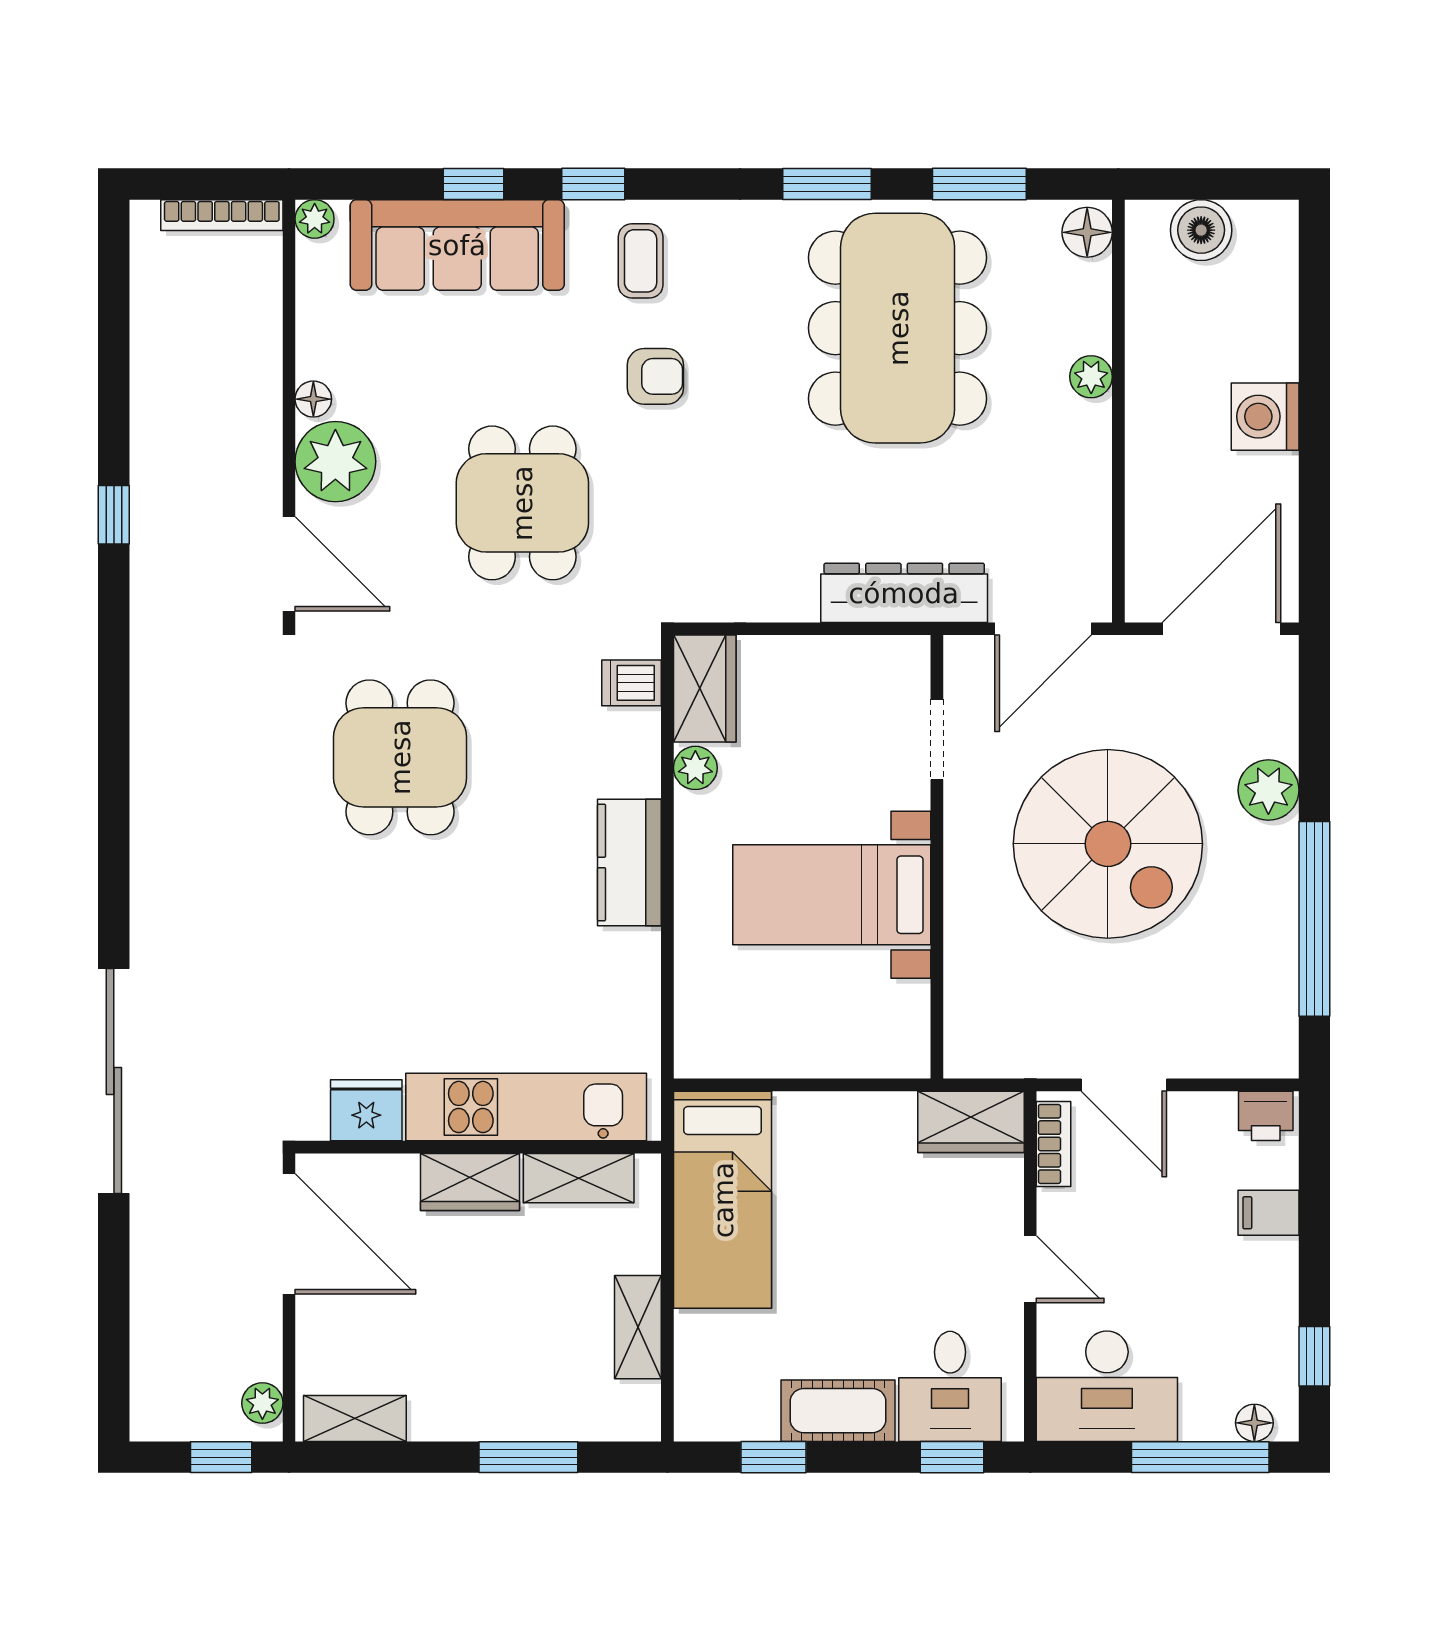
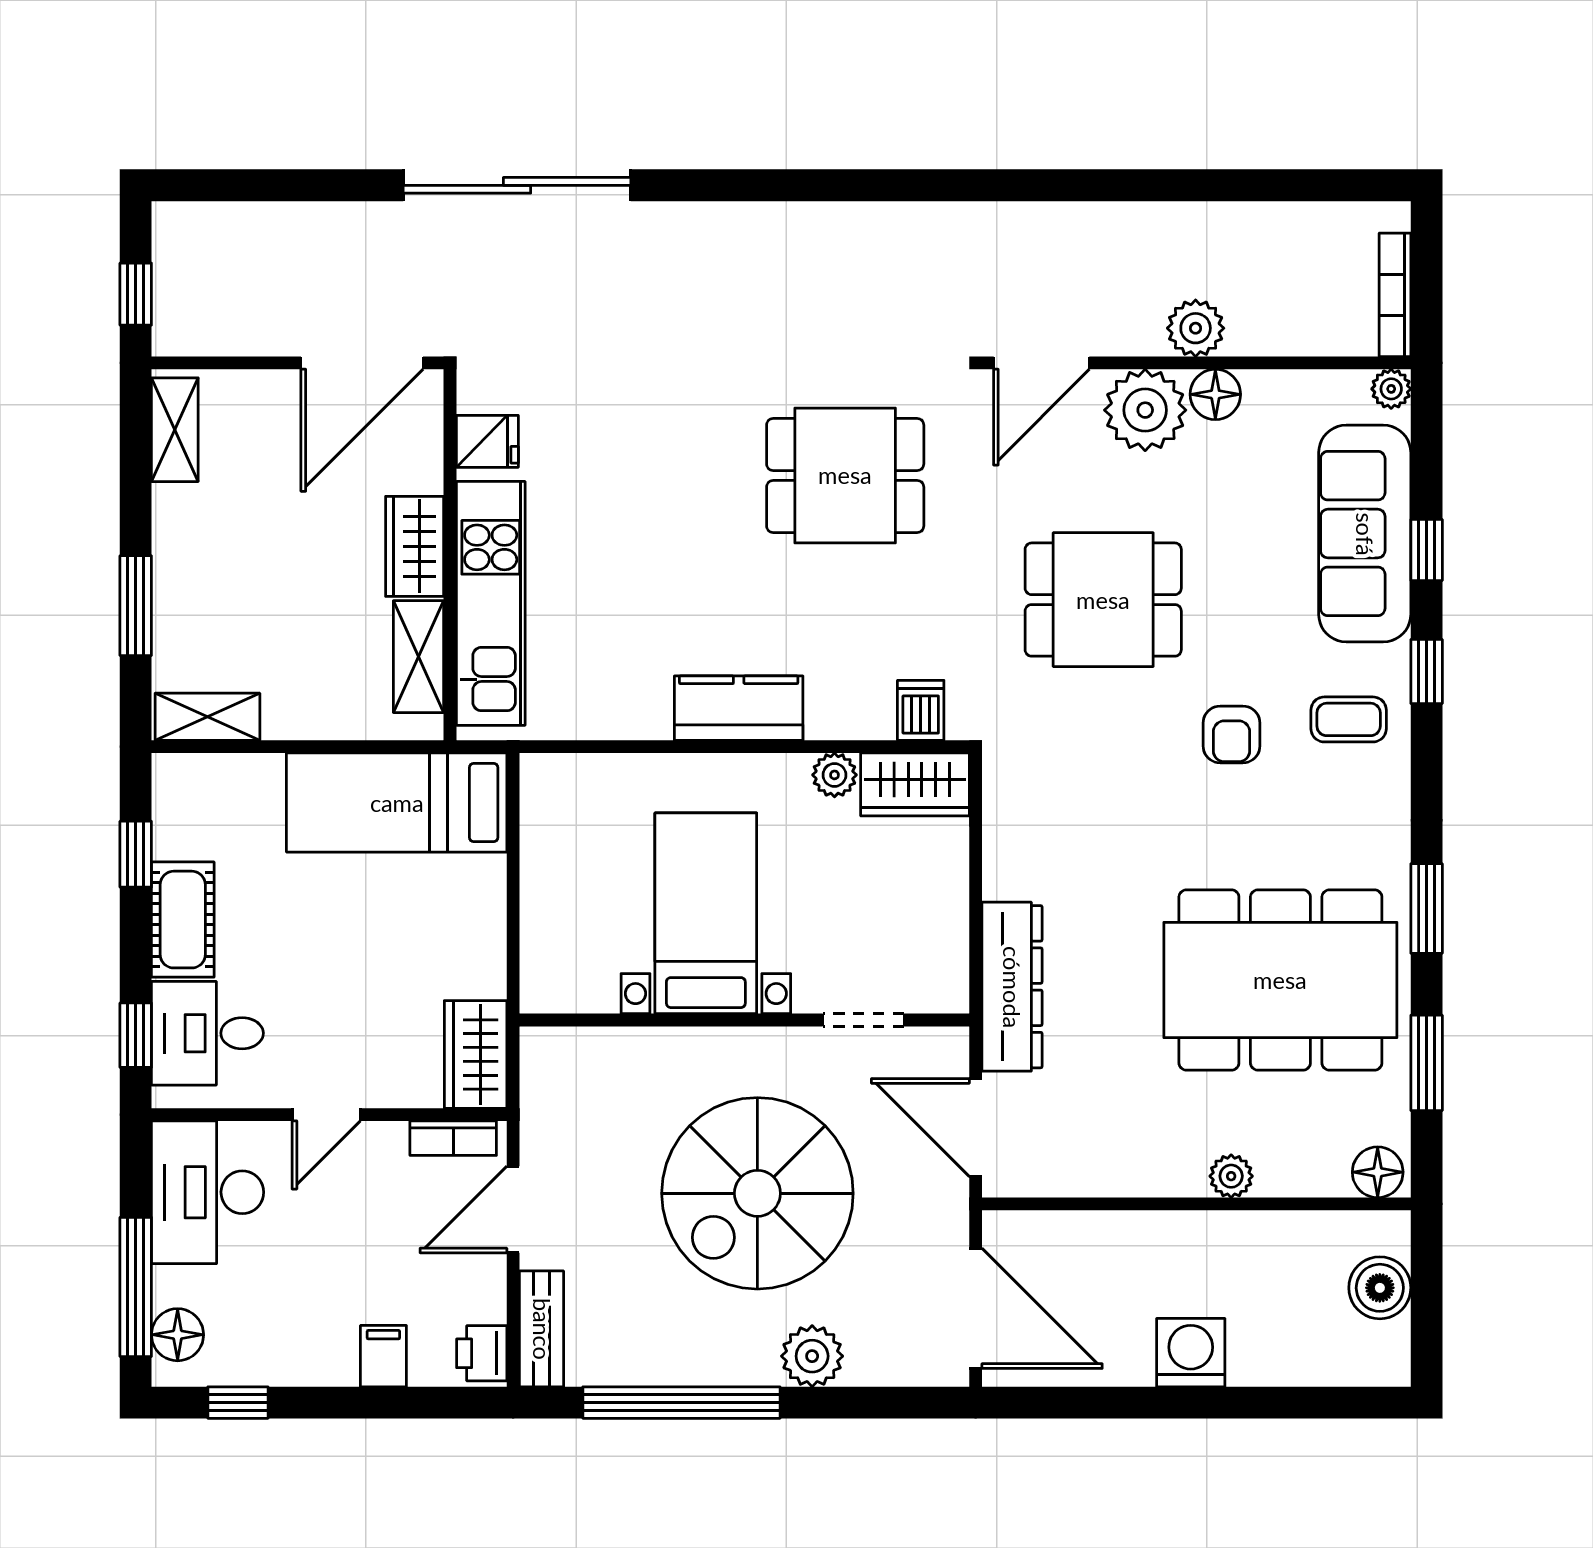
floor lamp: (313, 399) -> (1215, 394), width x1.37, depth x1.37
window: (114, 515) -> (1091, 185), removed
bench: (1242, 1057) -> (542, 1329), added
fridge: (366, 1110) -> (487, 441), width x0.72
shelving: (638, 1327) -> (207, 717), moved
plant: (262, 1403) -> (1196, 328), moved, width x1.38, depth x1.38
floor lamp: (1254, 1423) -> (178, 1335), width x1.37, depth x1.37

